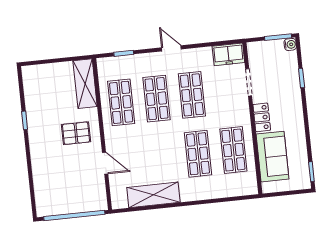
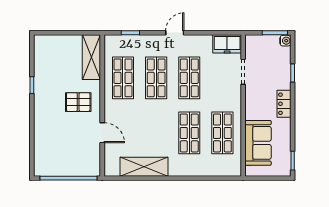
door: (171, 48) -> (175, 33), hinge flipped
locker: (262, 117) -> (284, 104), moved, turned 180

